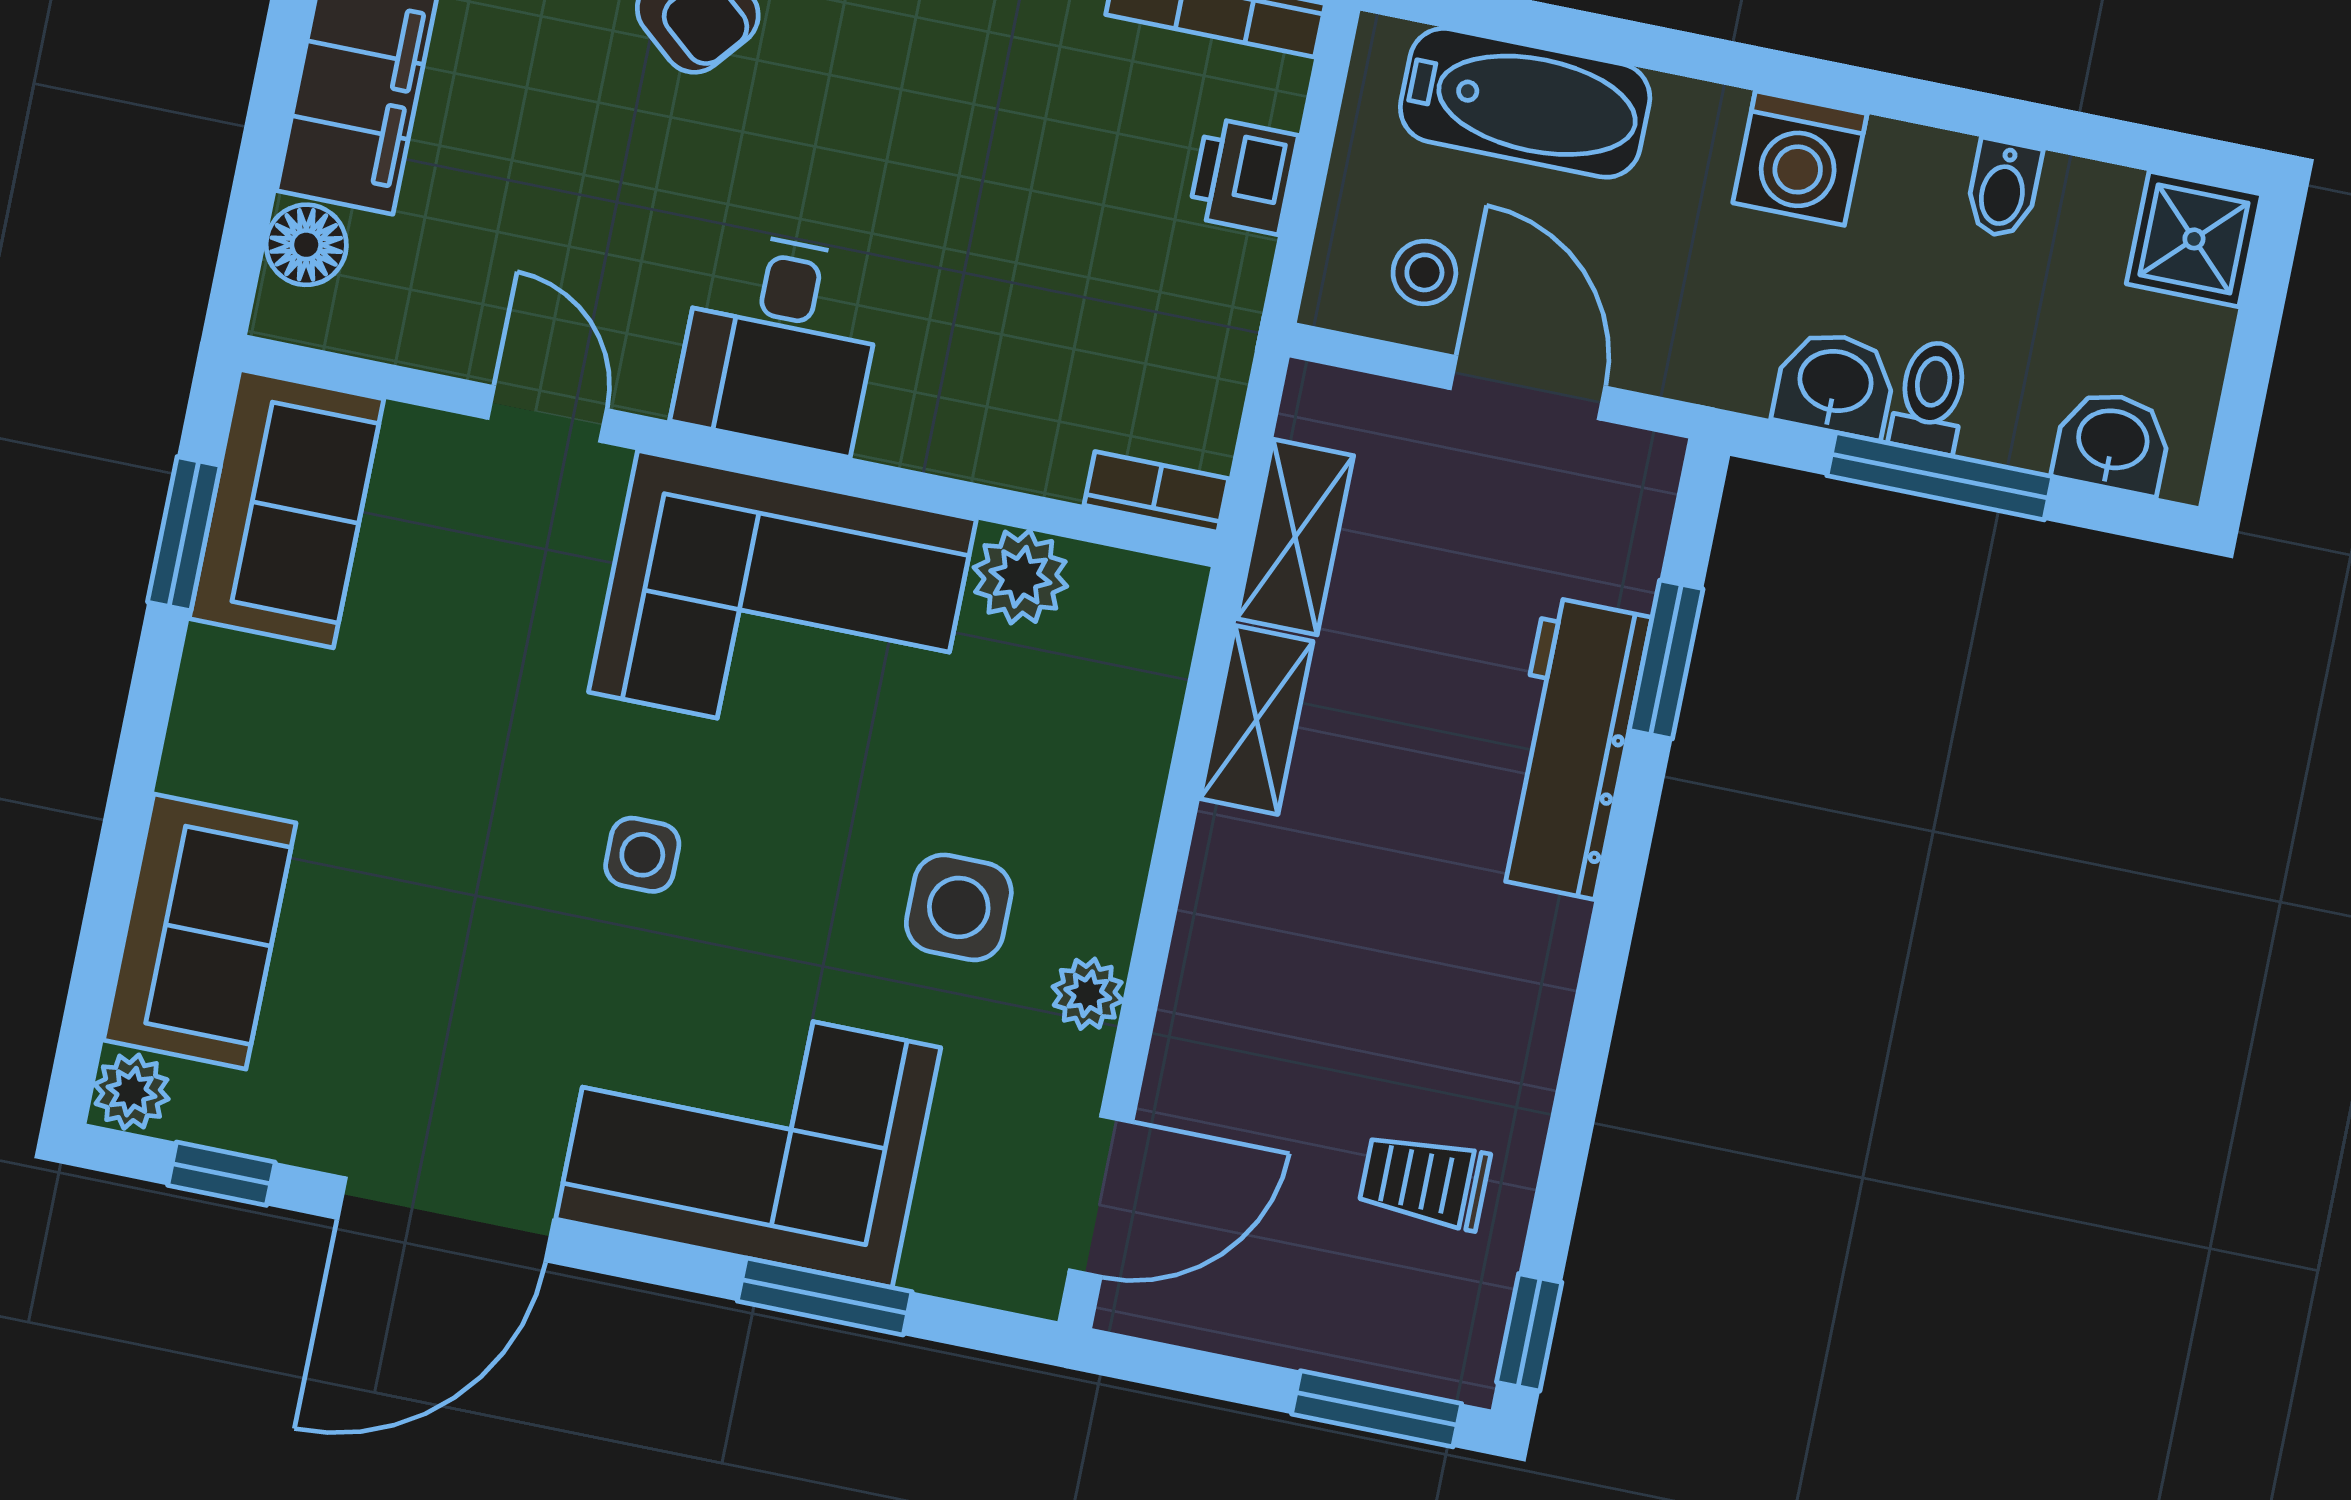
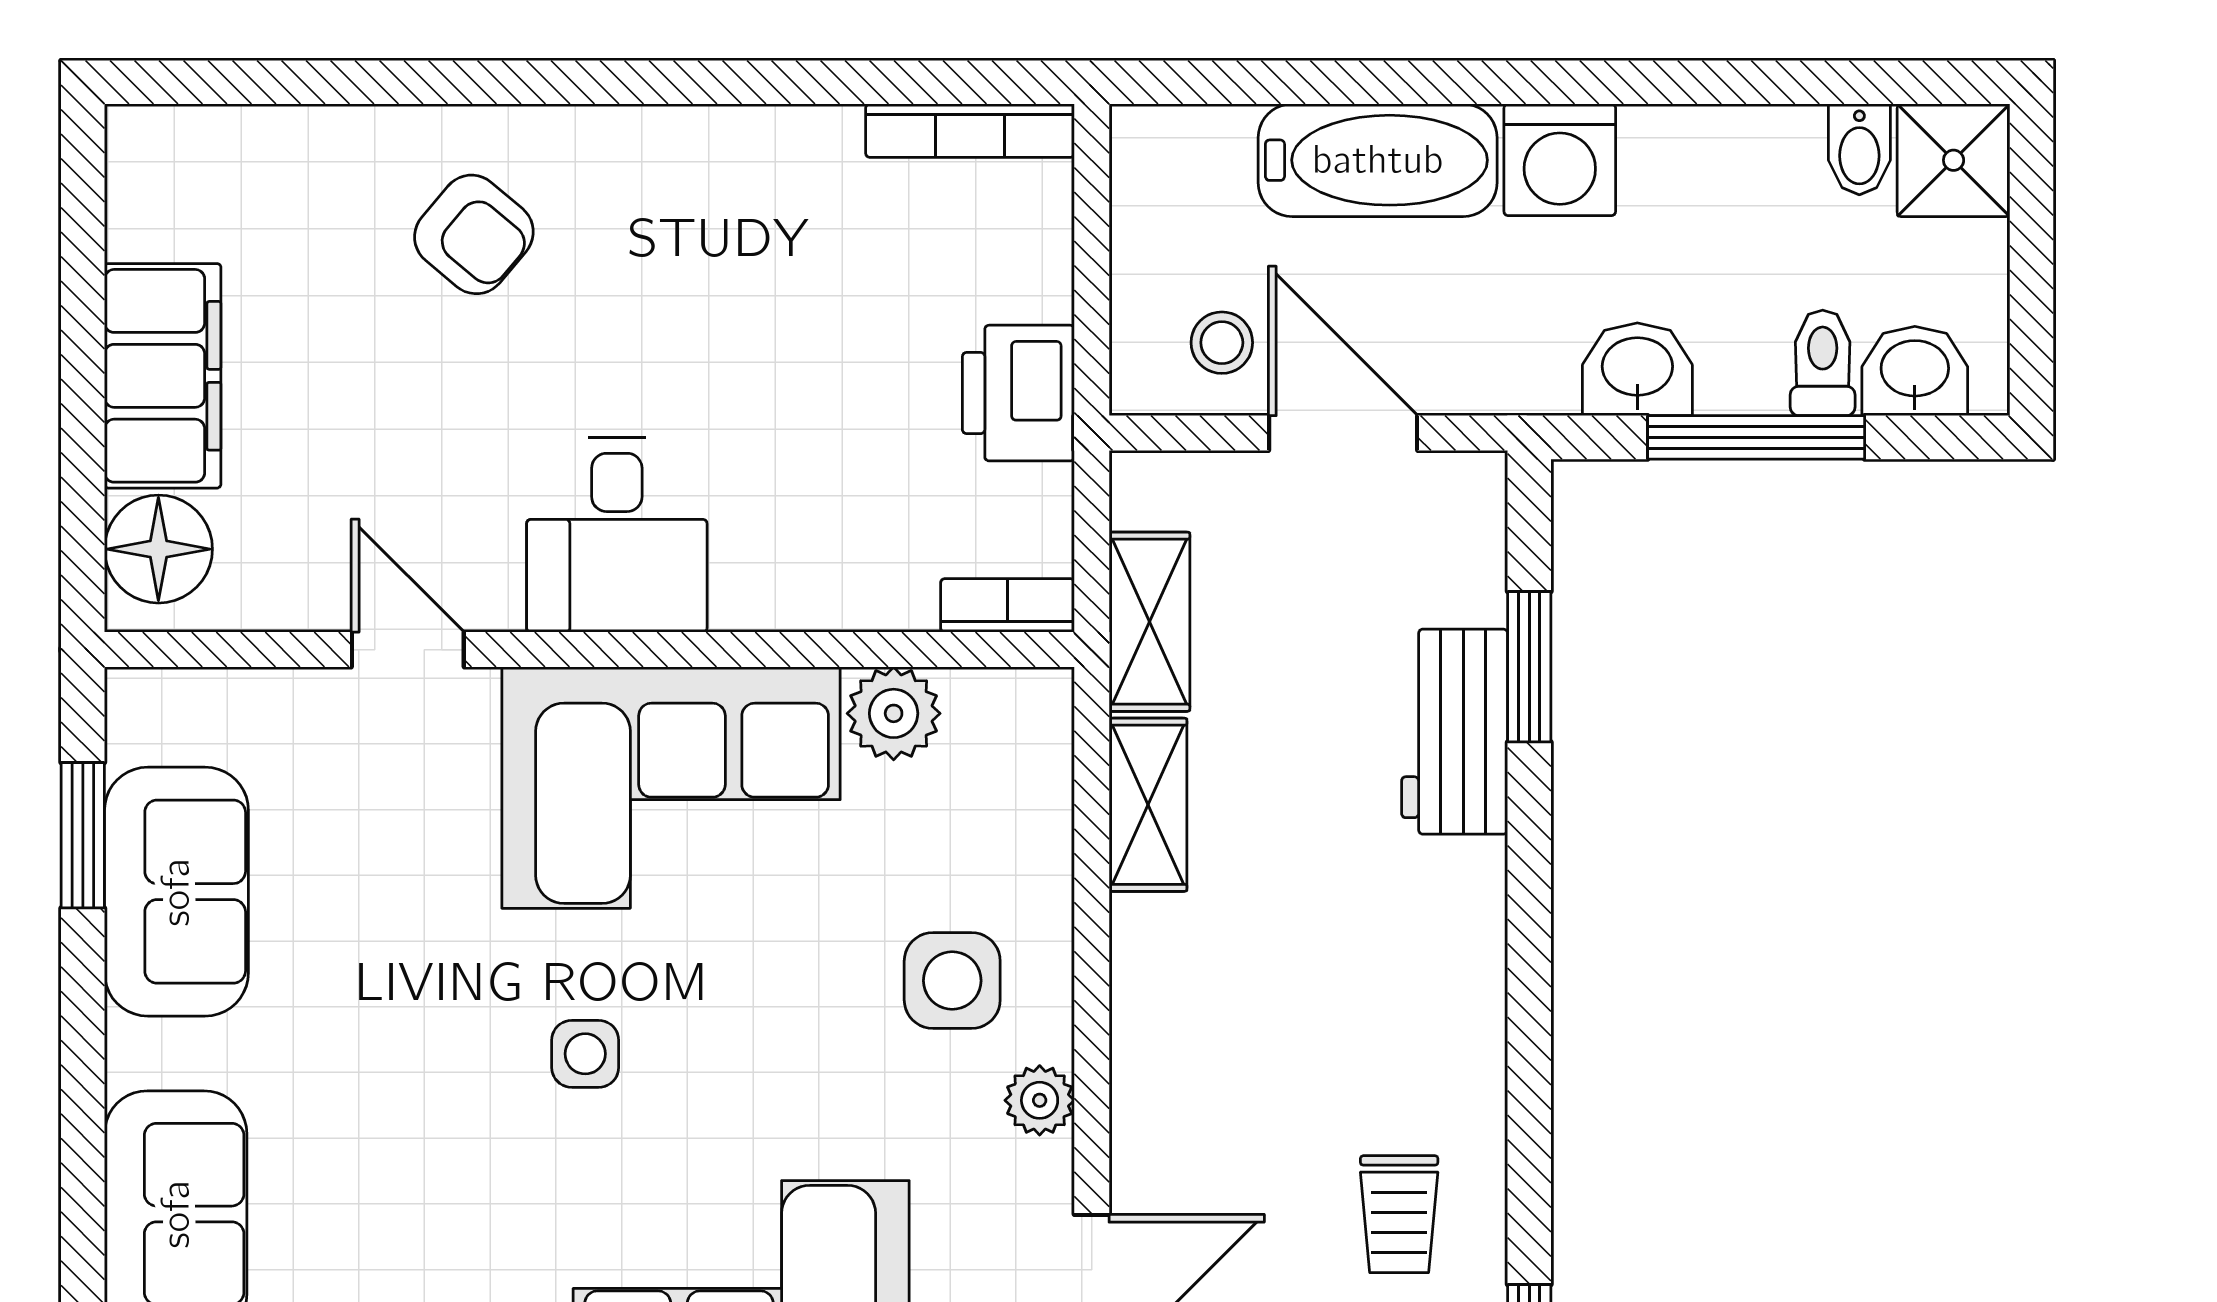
bathtub: (1525, 103) -> (1378, 160), moved
printer: (1243, 176) -> (1018, 393), moved, width x1.36, depth x1.24
bidet: (2003, 189) -> (1859, 149), moved
floor lamp: (306, 245) -> (158, 549), width x1.38, depth x1.38
toilet: (1931, 397) -> (1823, 363), moved
sofa: (287, 509) -> (176, 892), moved
workbench: (1570, 748) -> (1455, 732), width x0.73
side table: (959, 907) -> (952, 981), moved
trolley: (1424, 1181) -> (1399, 1214), turned -90

